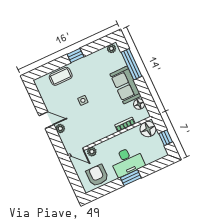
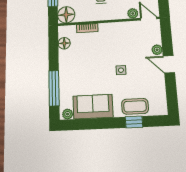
window: (75, 55) -> (134, 122), moved
sofa: (125, 85) -> (93, 107), moved, turned -90

